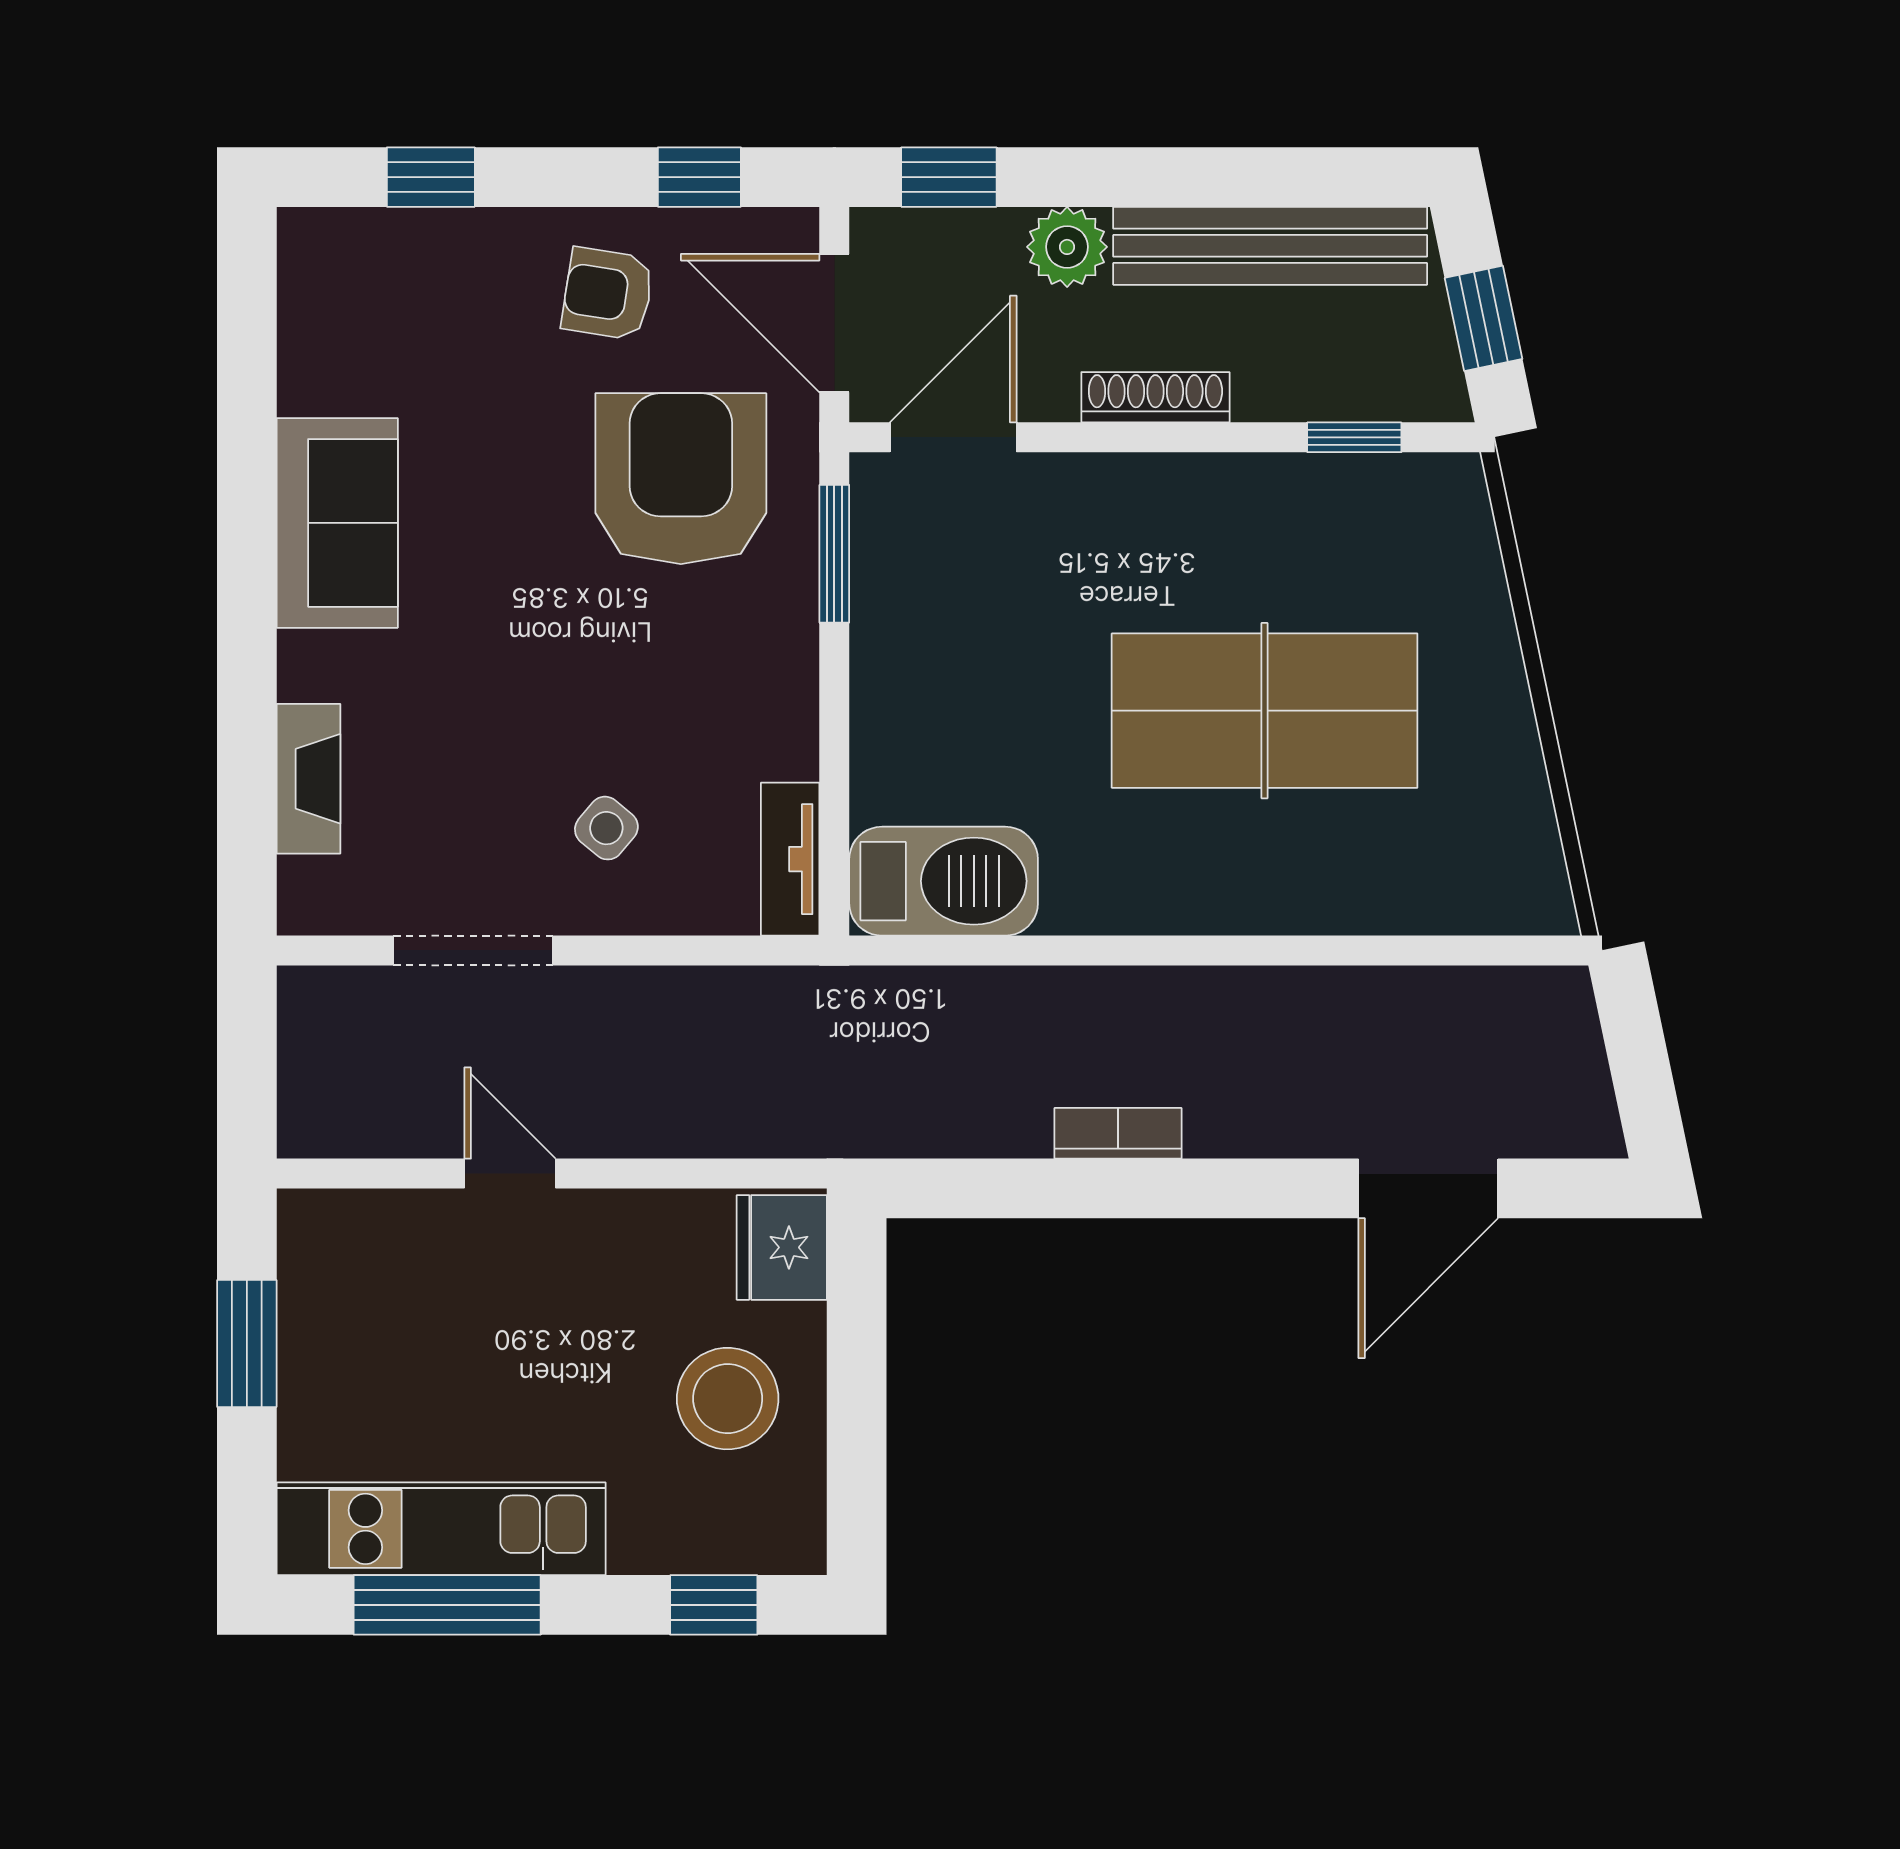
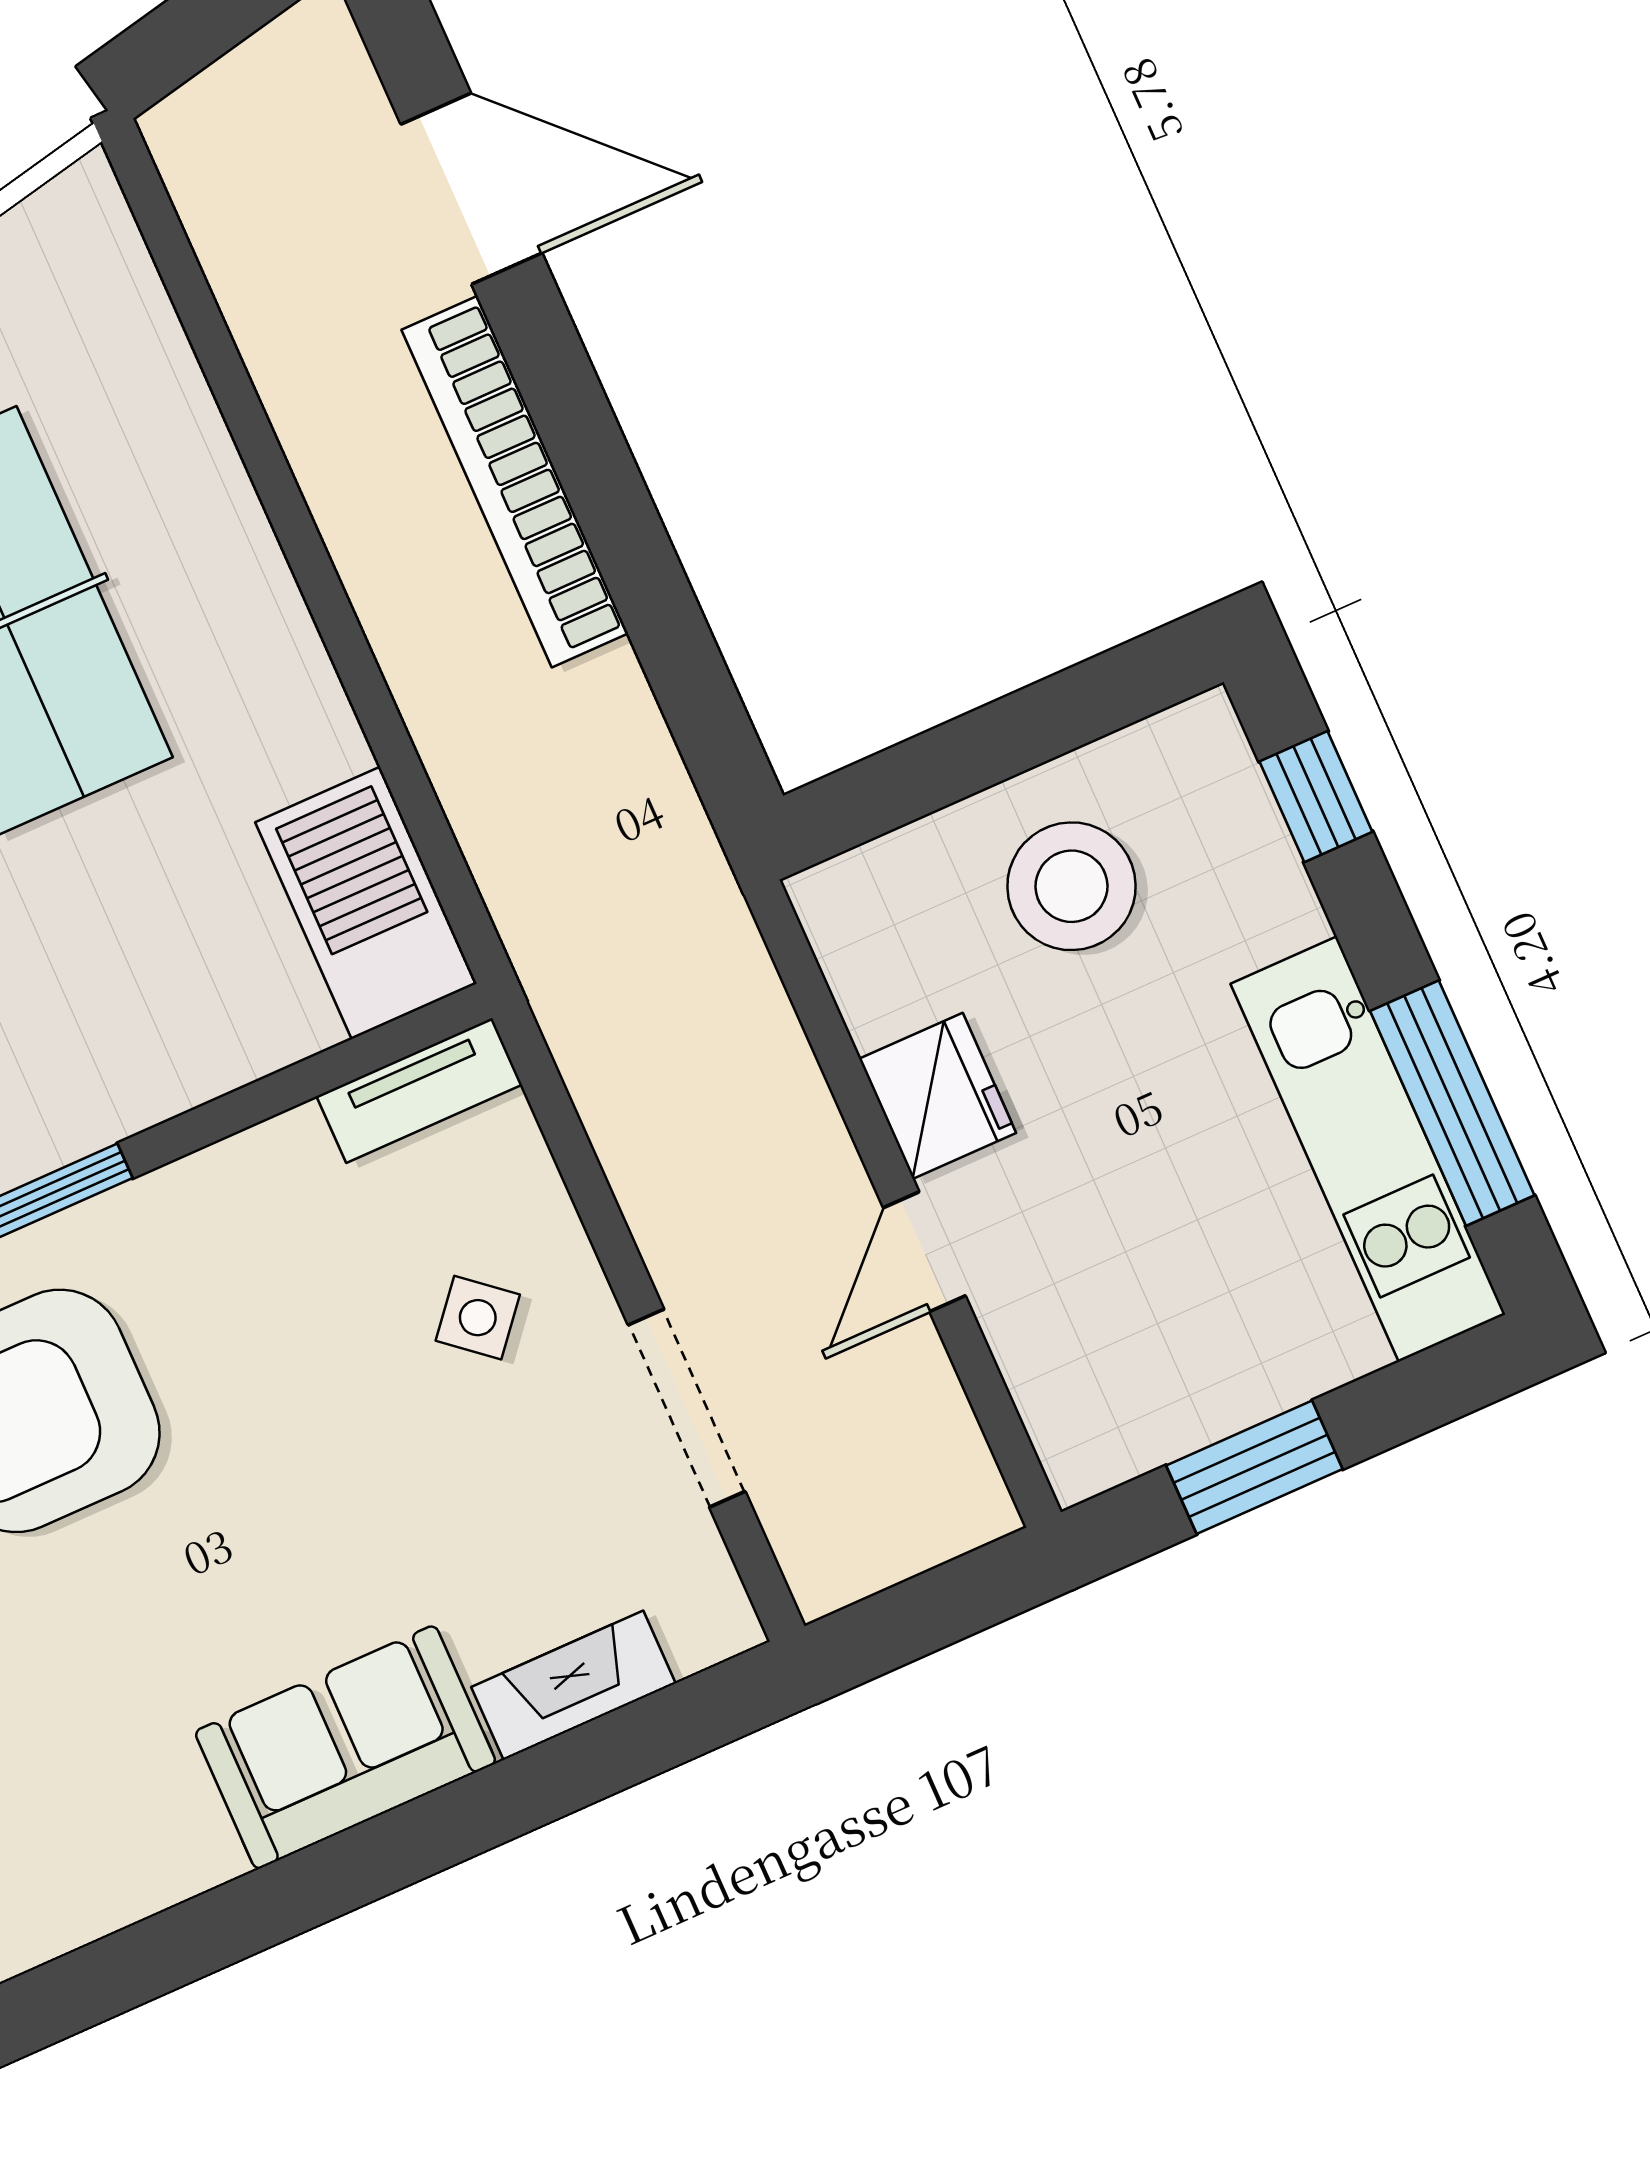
sofa: (337, 523) -> (345, 1747), moved
bookcase: (1118, 1133) -> (515, 481), width x2.31, depth x1.31
fridge: (782, 1247) -> (938, 1096), moved, turned -90

